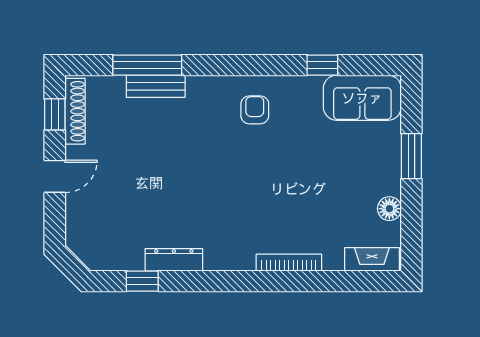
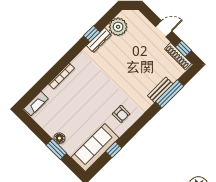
sofa: (362, 98) -> (95, 148), width x1.36
door: (55, 176) -> (164, 29), swing flipped
floor lamp: (389, 209) -> (59, 138), moved
plant: (123, 251) -> (118, 27), added
window: (142, 281) -> (92, 34), moved

